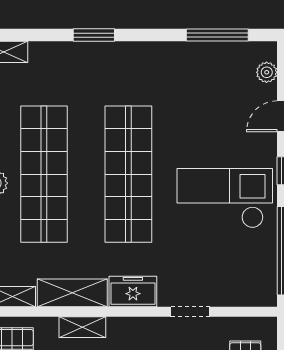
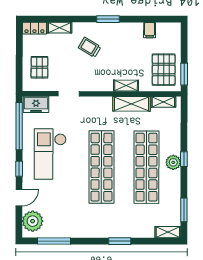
plant: (267, 72) -> (33, 221), width x1.88, depth x1.88
checkout: (225, 198) -> (50, 154), turned 90
freezer: (133, 291) -> (36, 104), moved

